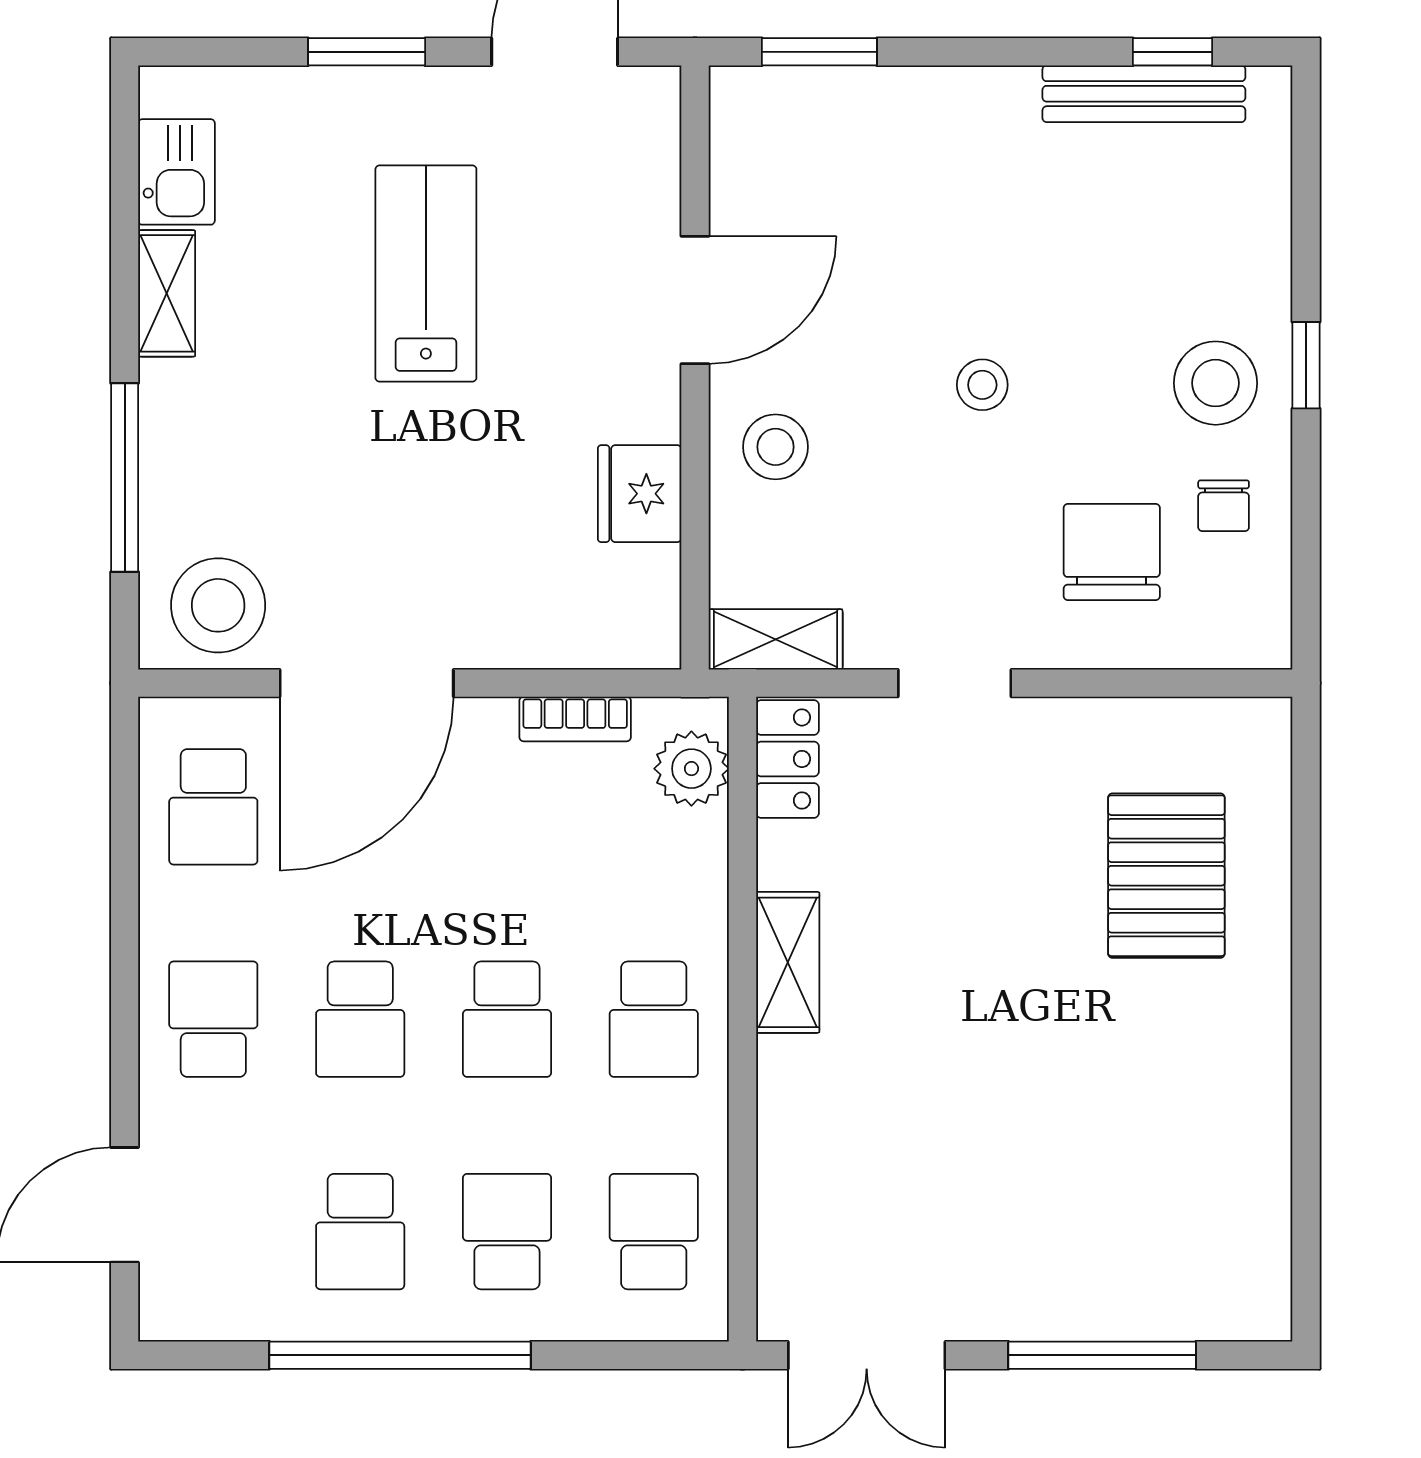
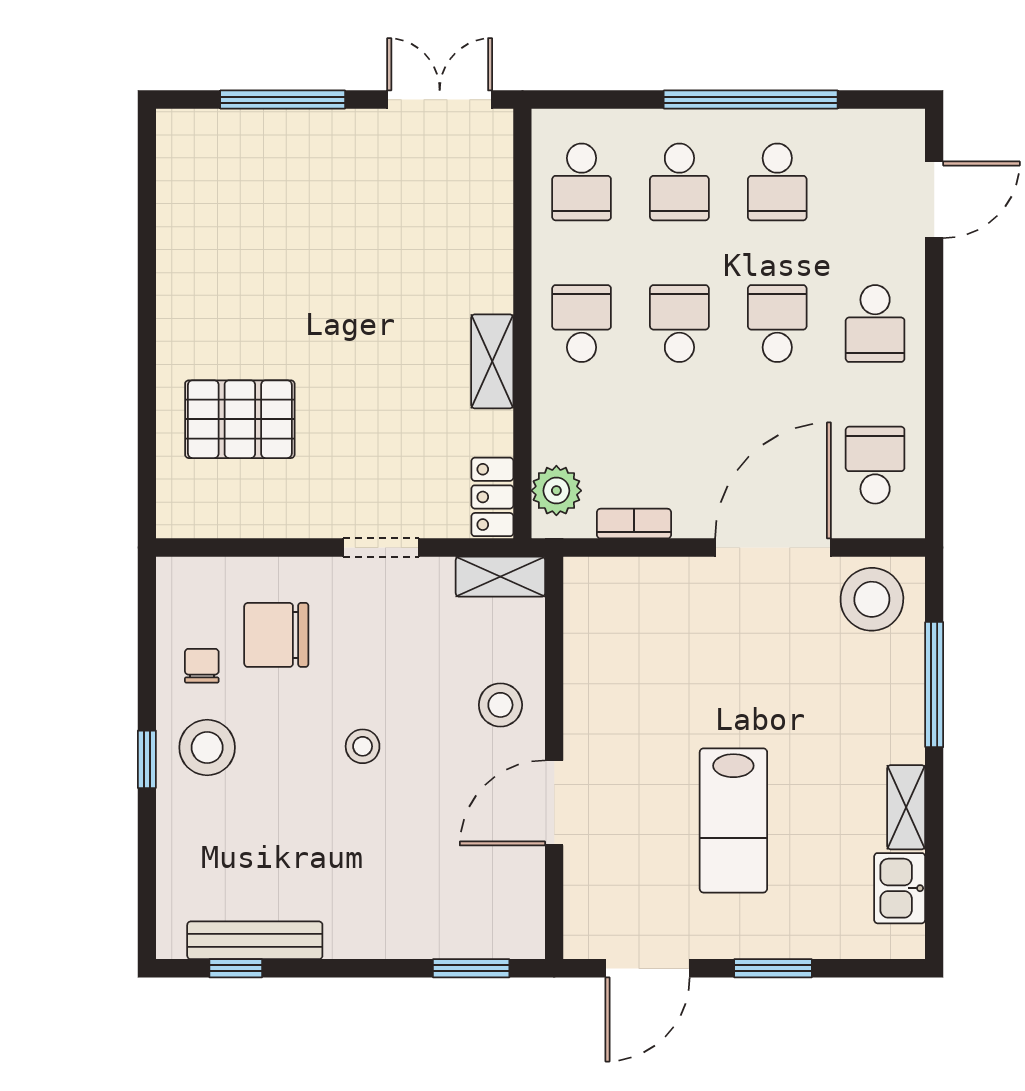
fridge: (640, 494) -> (591, 674), removed
chair: (1112, 552) -> (276, 635), turned 90
pallet: (1166, 876) -> (240, 419), turned 90
school desk: (360, 1232) -> (777, 182), turned 180

